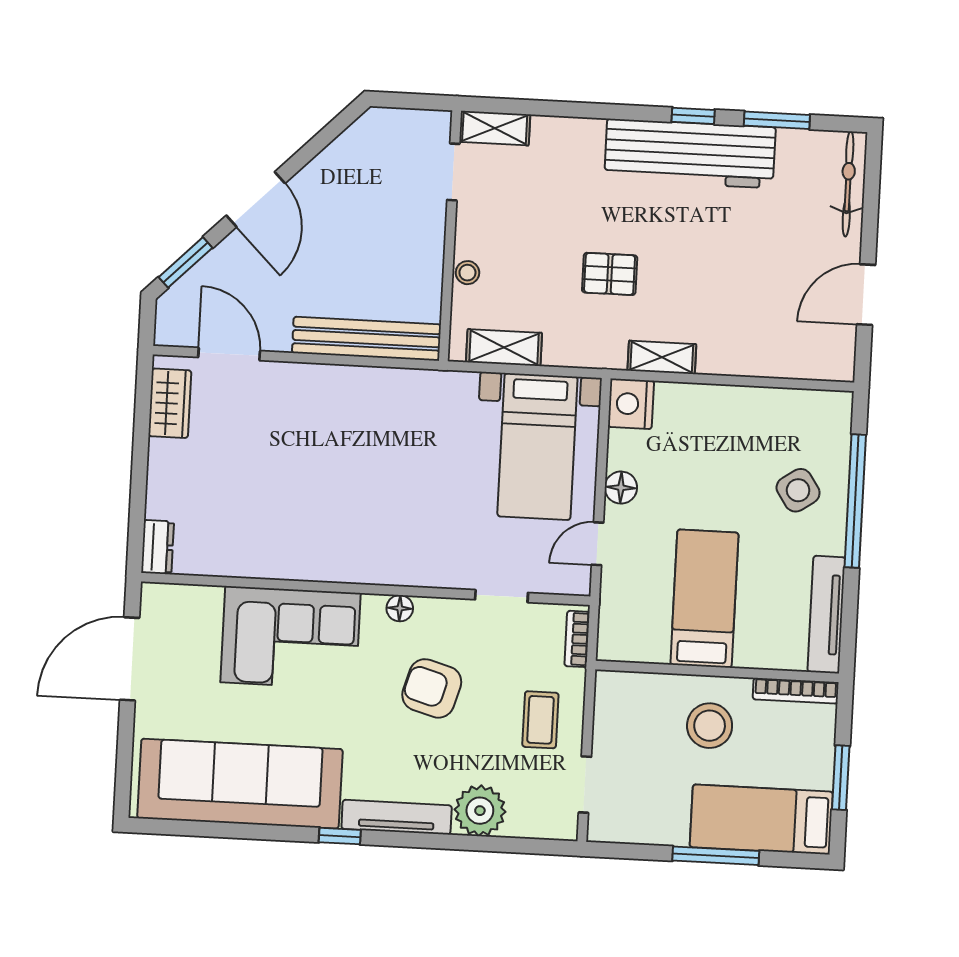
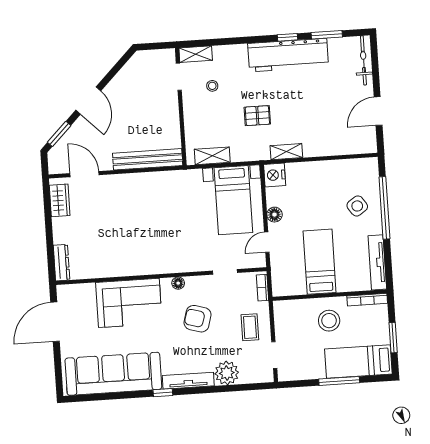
stool: (467, 273) -> (212, 86), moved
dresser: (158, 547) -> (62, 263), width x1.44

